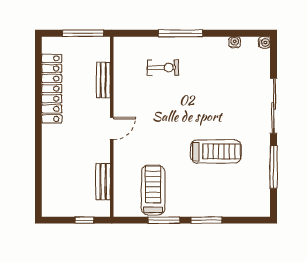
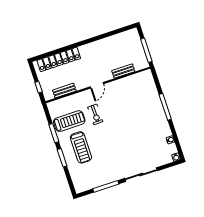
exercise bike: (163, 68) -> (95, 114), moved
locker: (52, 89) -> (59, 59), moved
door: (112, 128) -> (97, 85), hinge flipped
treadmill: (216, 151) -> (81, 147), moved

